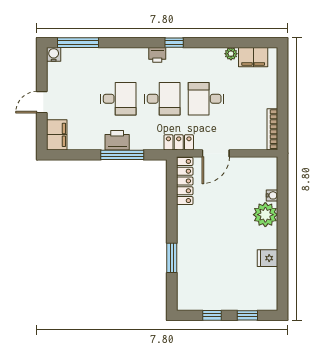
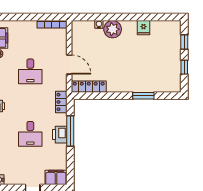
desk: (118, 99) -> (30, 134), turned 180
desk: (162, 99) -> (30, 103), removed
locker: (179, 142) -> (61, 102), moved

